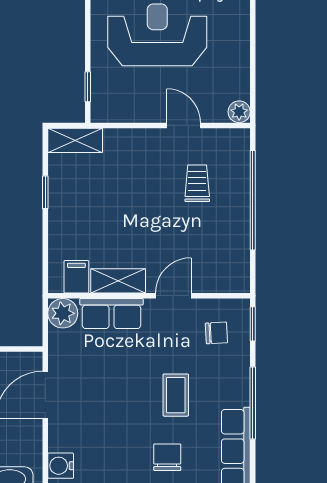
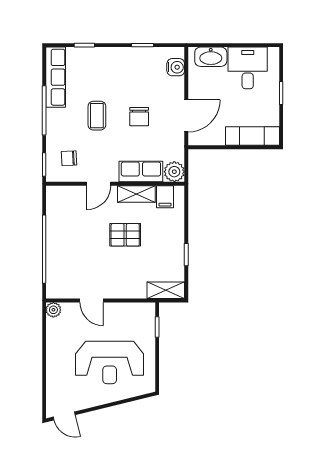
trolley: (197, 183) -> (82, 261), removed
pallet: (134, 221) -> (125, 235), added
chair: (167, 457) -> (139, 117), moved

